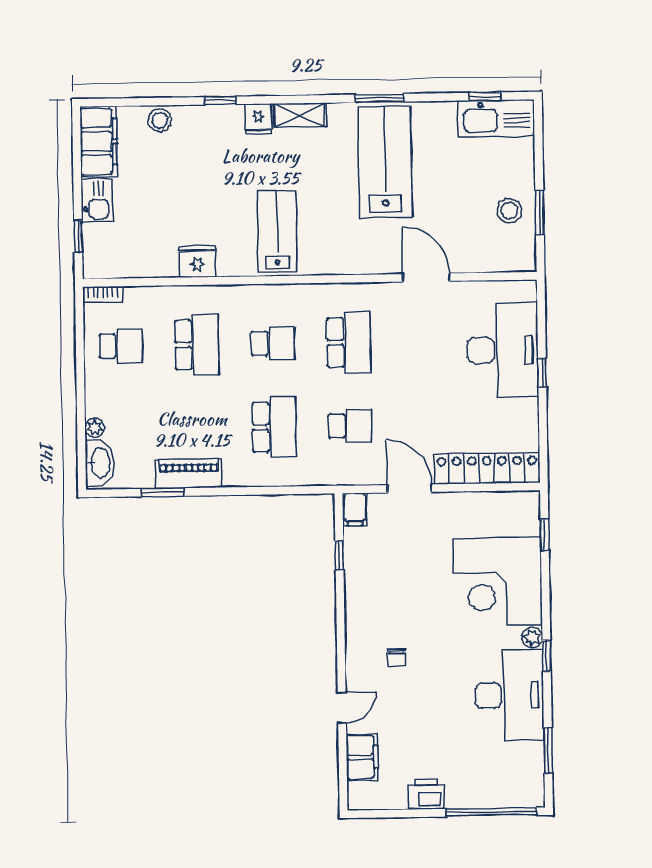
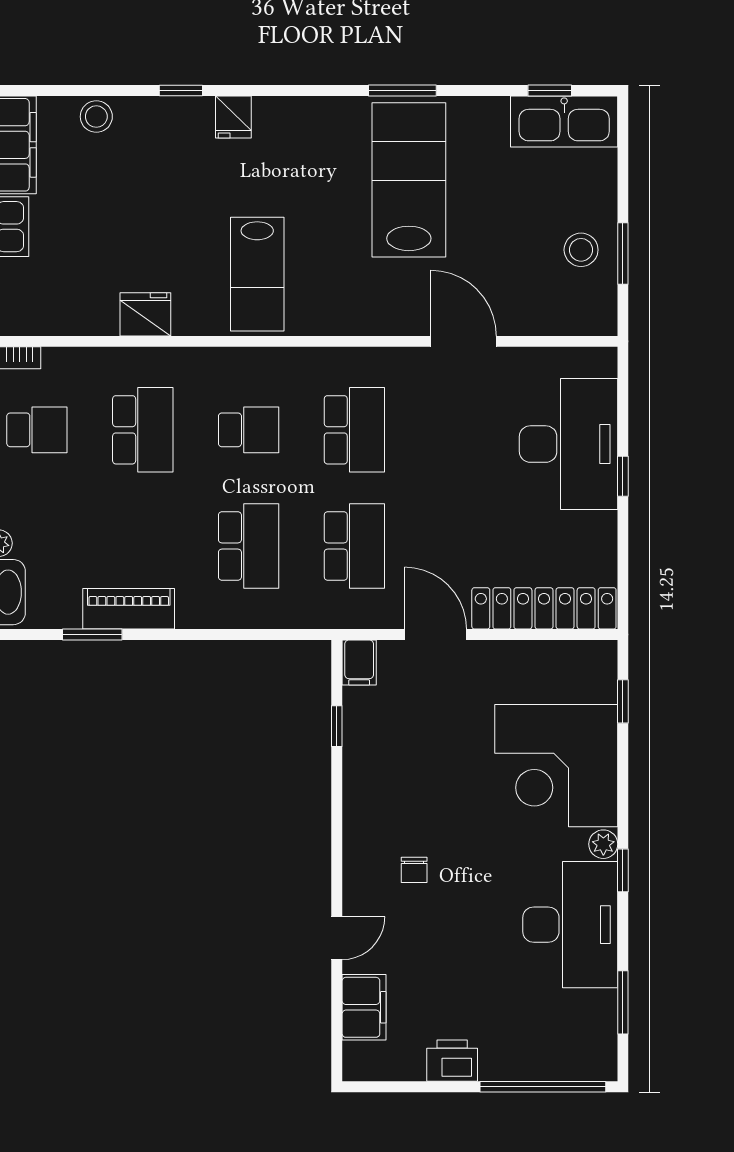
shelving: (300, 115) -> (291, 113), removed
lab bench: (277, 232) -> (257, 274), turned 180
school desk: (350, 426) -> (354, 546), width x1.85

